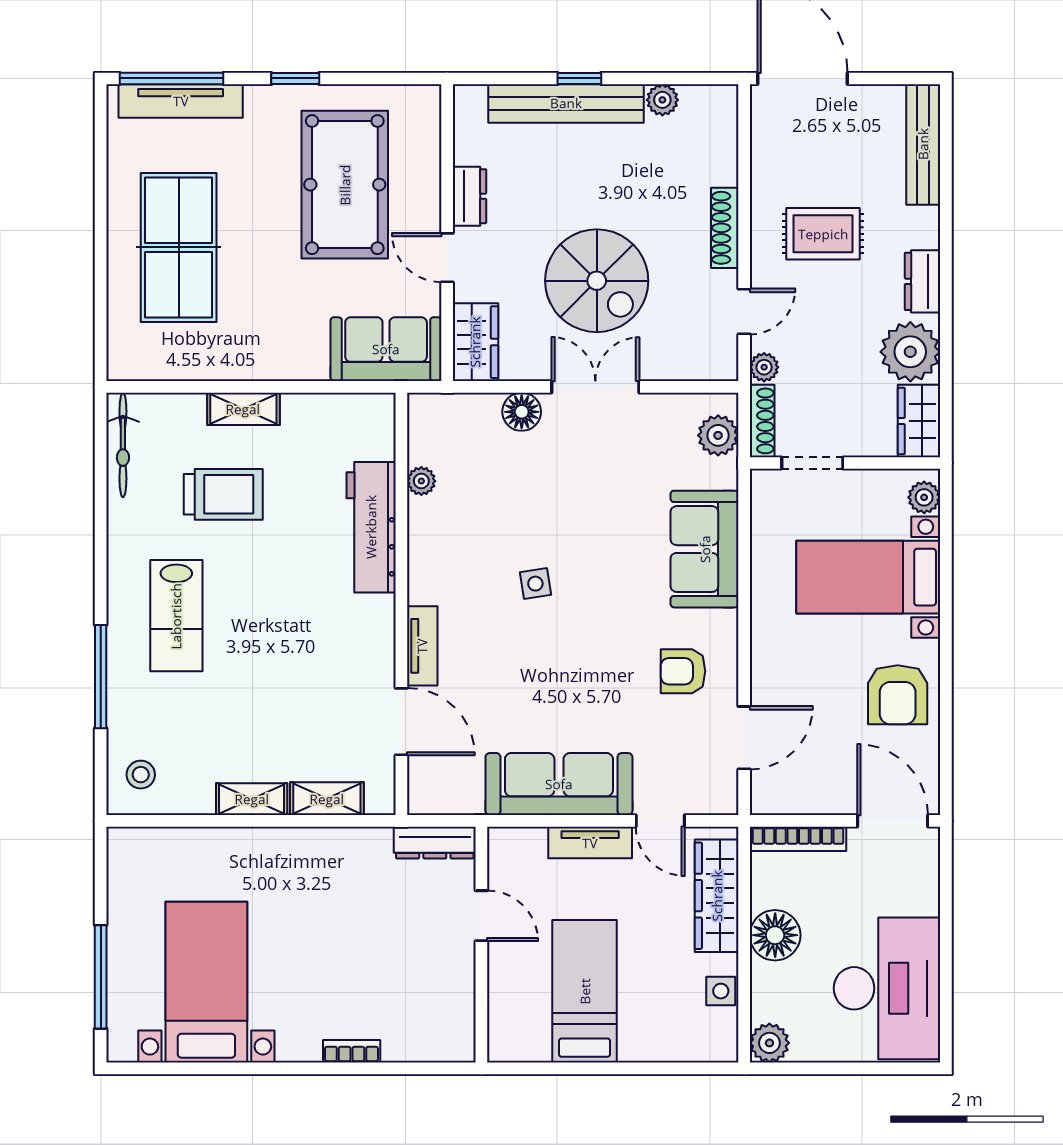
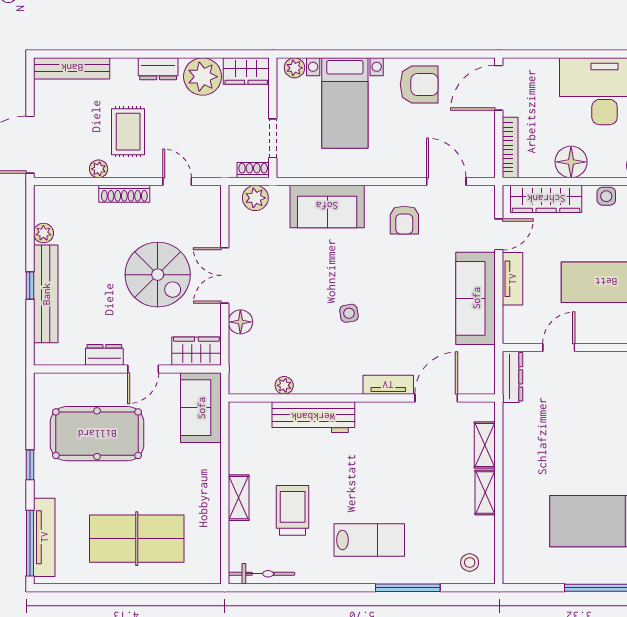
spiral stairs: (597, 281) -> (158, 275), turned 90
plant: (764, 367) -> (99, 169), moved
shoe rack: (762, 421) -> (253, 170), width x0.70

